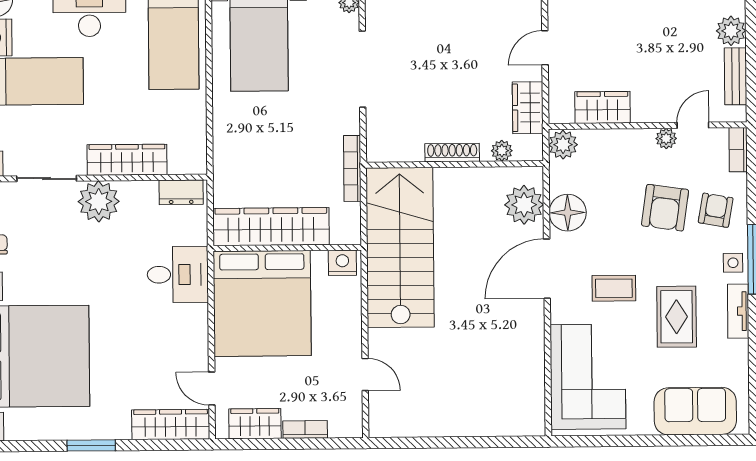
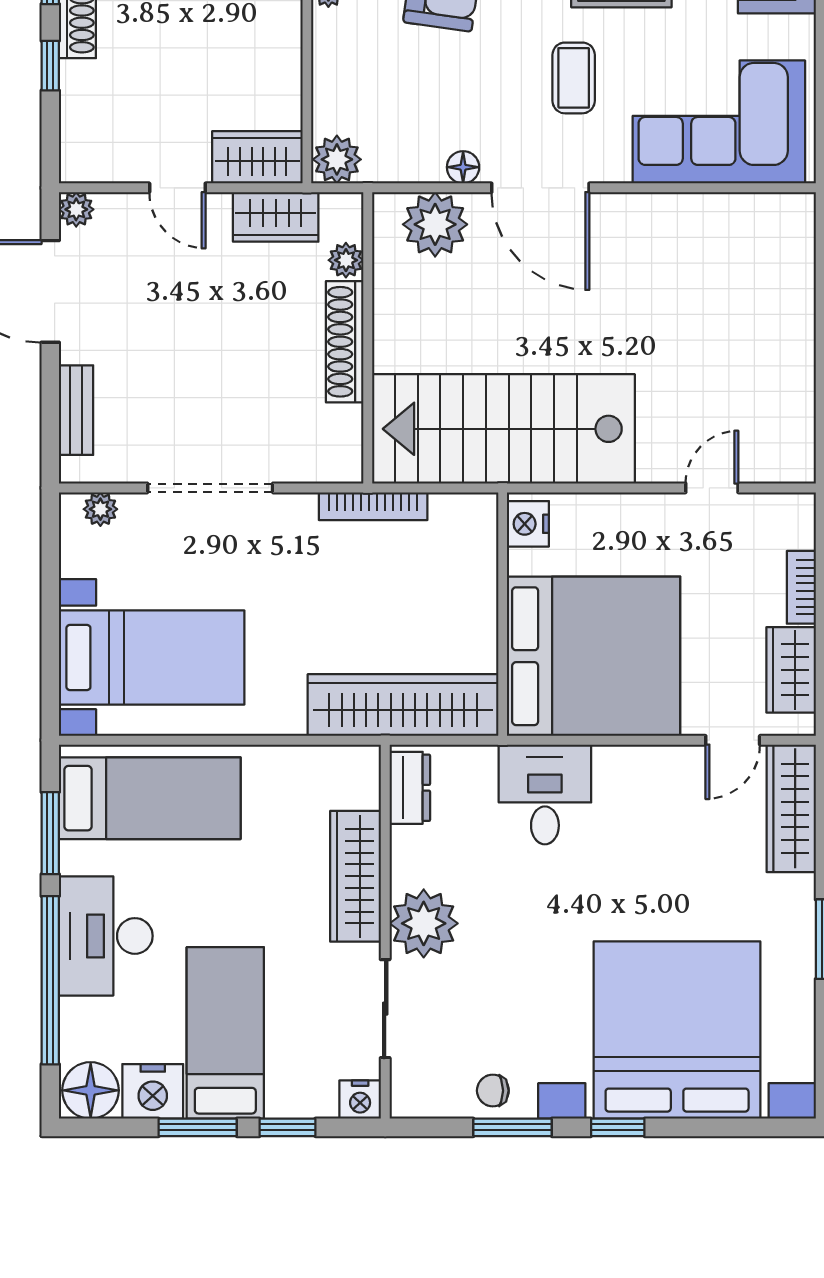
wardrobe: (602, 107) -> (257, 157), moved, turned 90
shoe rack: (452, 153) -> (345, 342), width x1.36, depth x1.24
floor lamp: (568, 213) -> (463, 167), width x0.53, depth x0.53
wardrobe: (271, 227) -> (403, 705), moved, turned 90

